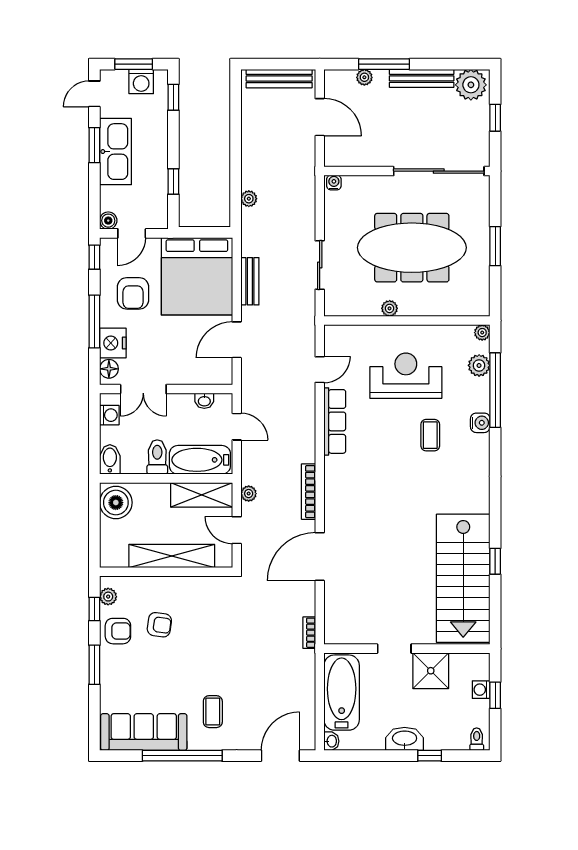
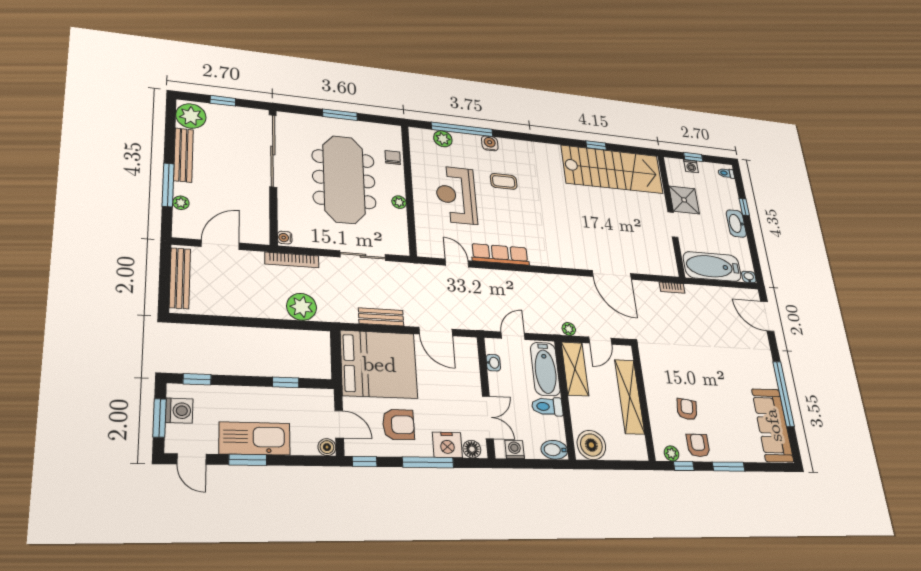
plant: (249, 199) -> (302, 307), width x1.87, depth x1.87
chair: (446, 304) -> (393, 157), added
plant: (482, 333) -> (415, 133), removed
bookcase: (308, 492) -> (292, 260), moved
coffee table: (213, 712) -> (746, 368), removed

